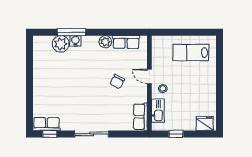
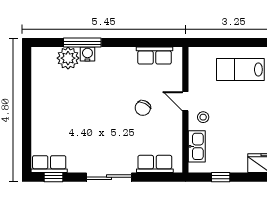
plant: (105, 42) -> (127, 55), removed
row of seats: (140, 117) -> (155, 164), moved, turned 90

